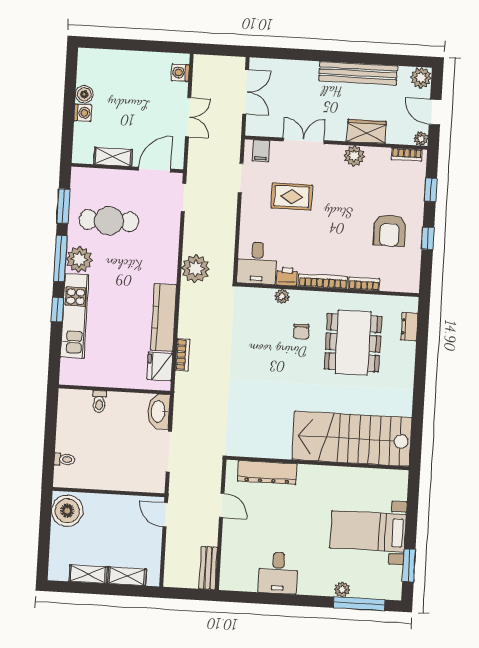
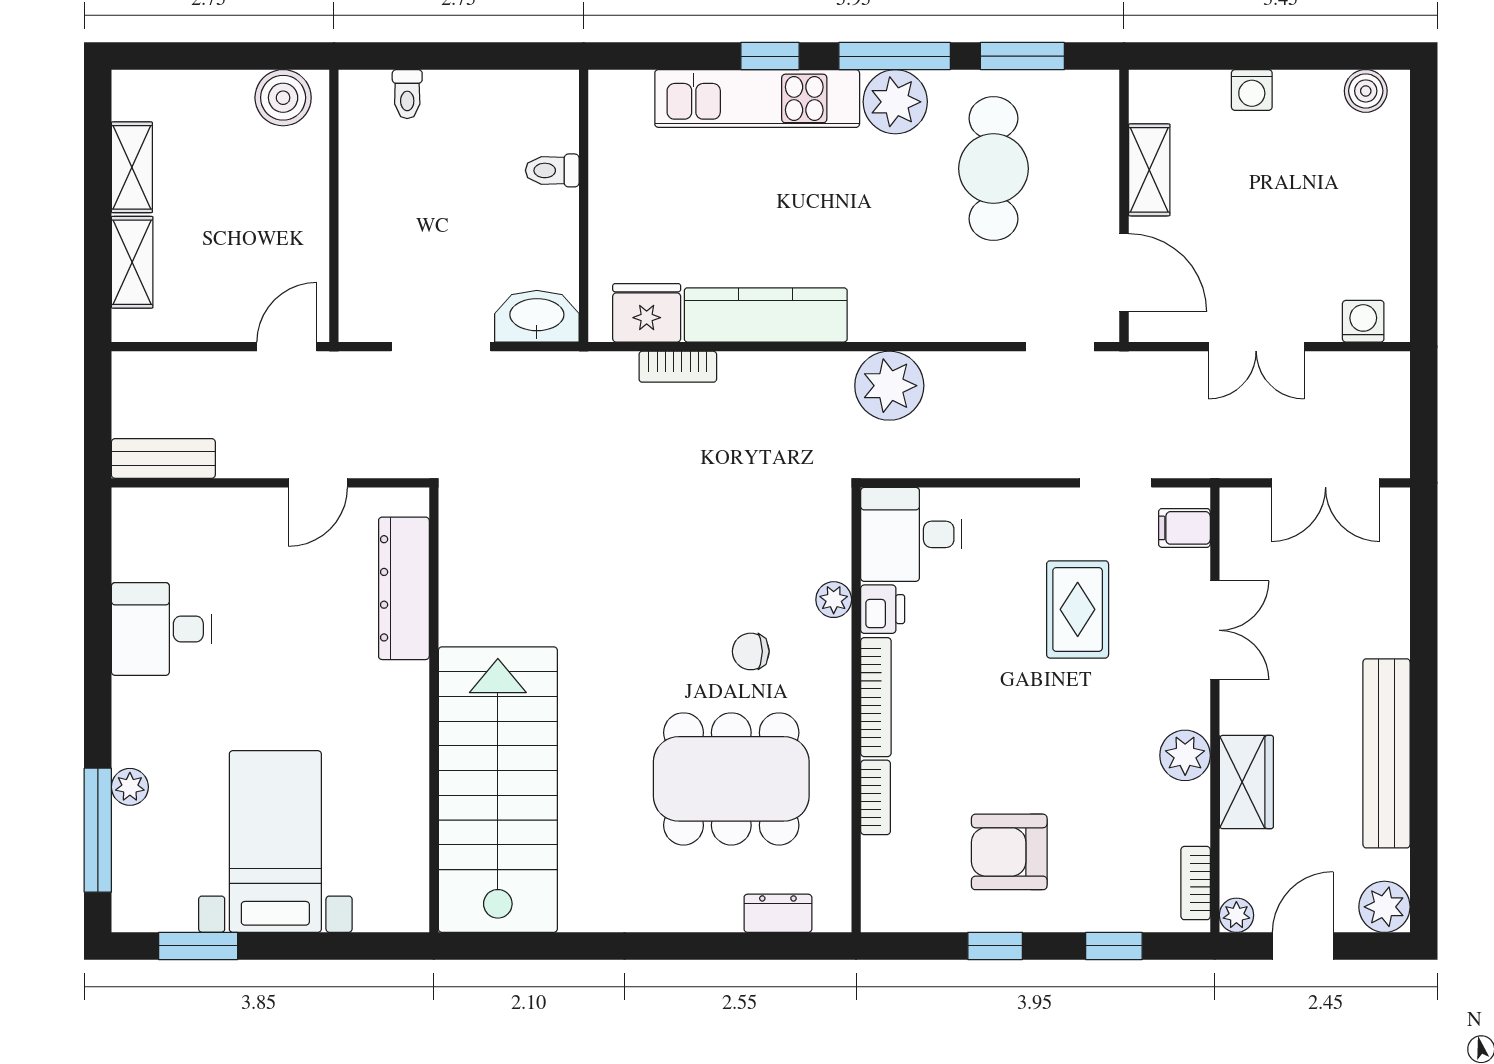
boiler: (84, 94) -> (1366, 91), moved
boiler: (67, 511) -> (283, 98), width x0.73, depth x0.73

